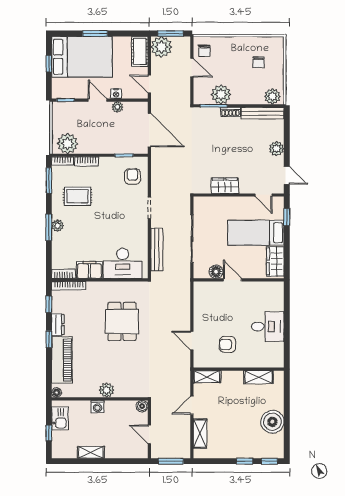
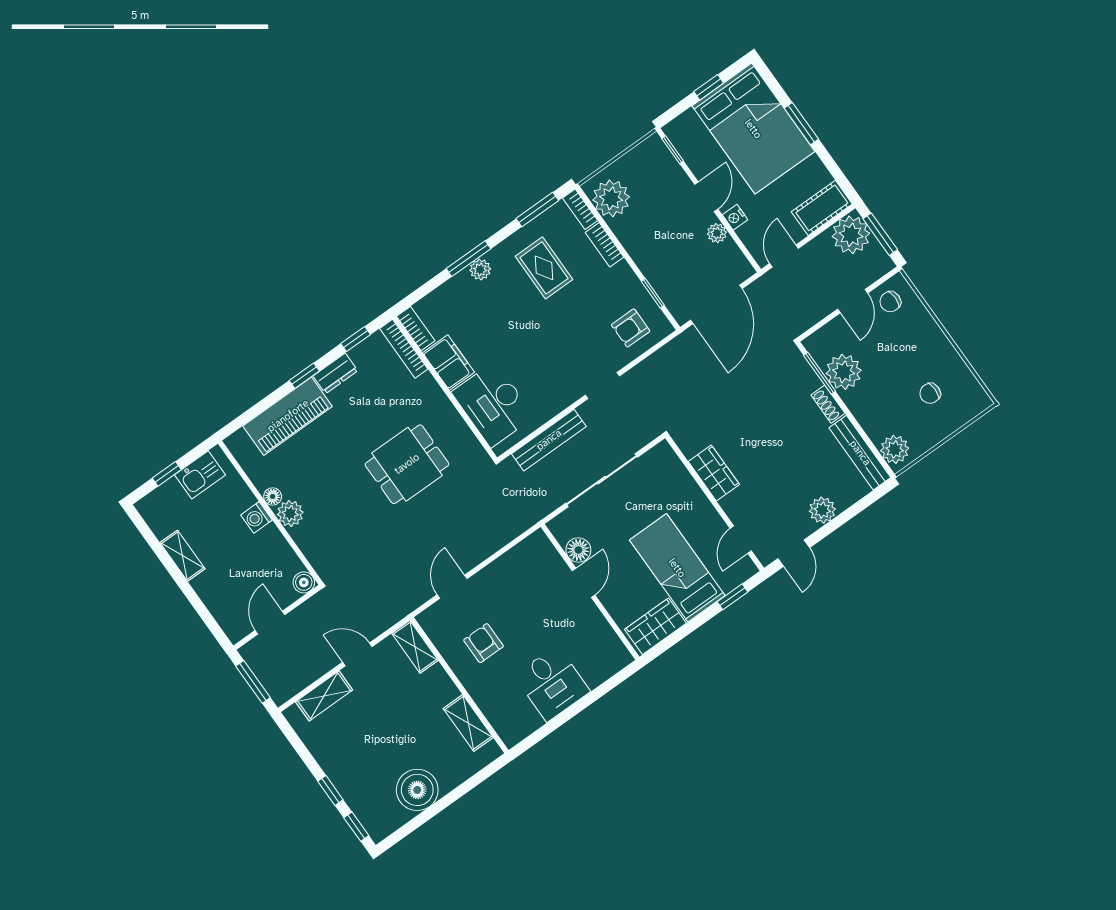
armchair: (132, 176) -> (631, 328), turned 180
floor lamp: (57, 393) -> (273, 496), moved

